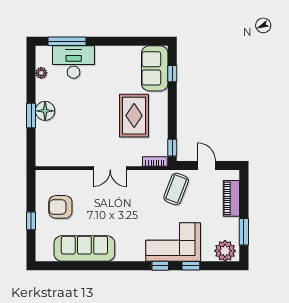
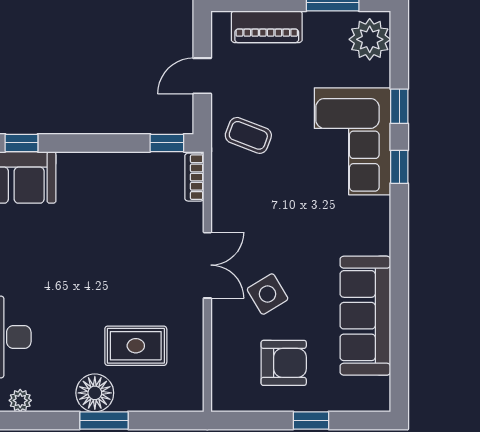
rug: (134, 116) -> (136, 346), moved, width x0.73, depth x0.70
coffee table: (176, 189) -> (248, 135), width x0.73, depth x0.77
side table: (95, 199) -> (268, 294), added
armchair: (60, 207) -> (284, 363), turned -90

